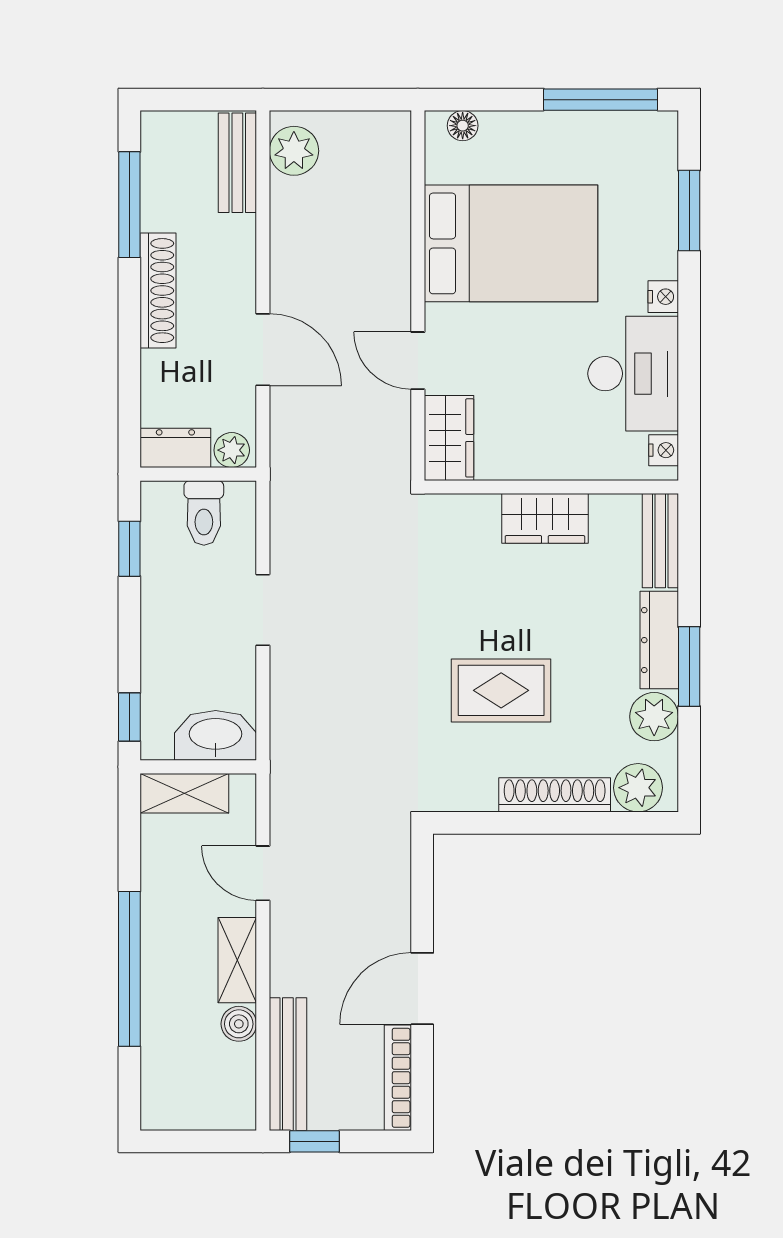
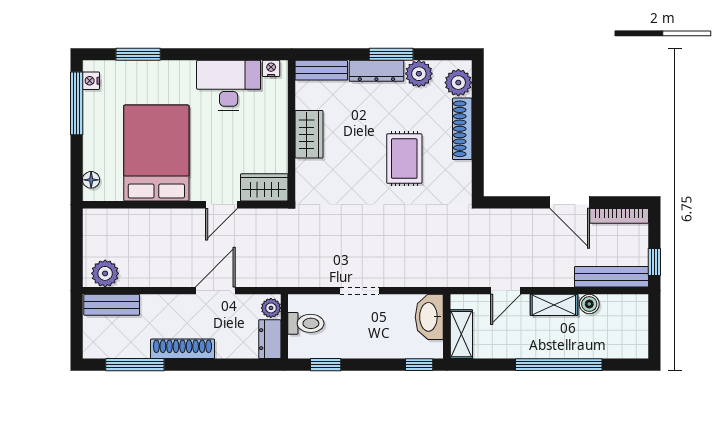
nightstand: (663, 297) -> (91, 81), moved, turned -90

